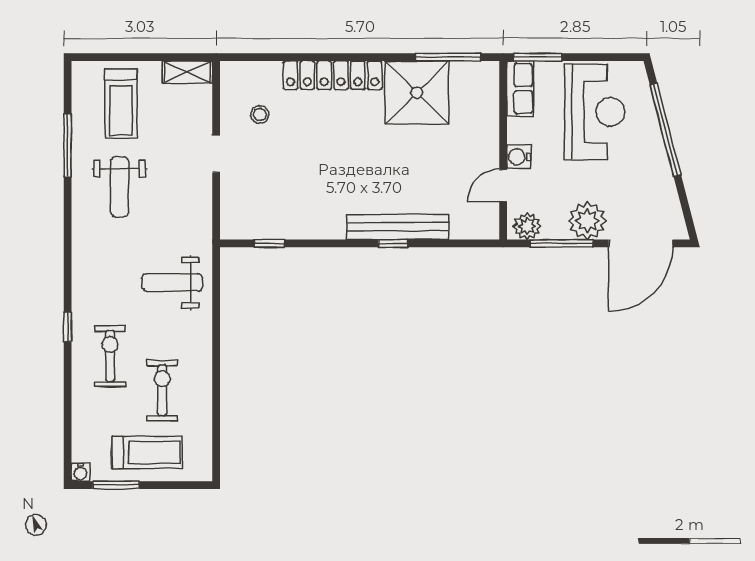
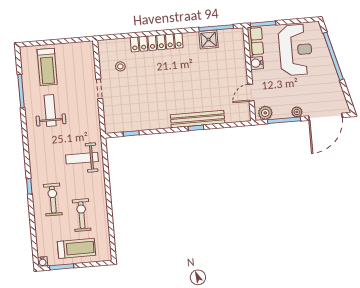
shelving: (187, 72) -> (81, 47), removed
shower: (417, 93) -> (209, 40), width x0.54, depth x0.54
water cooler: (519, 157) -> (257, 63), moved
weight bench: (120, 187) -> (50, 110), turned 180
plant: (587, 221) -> (297, 112), width x0.53, depth x0.53

